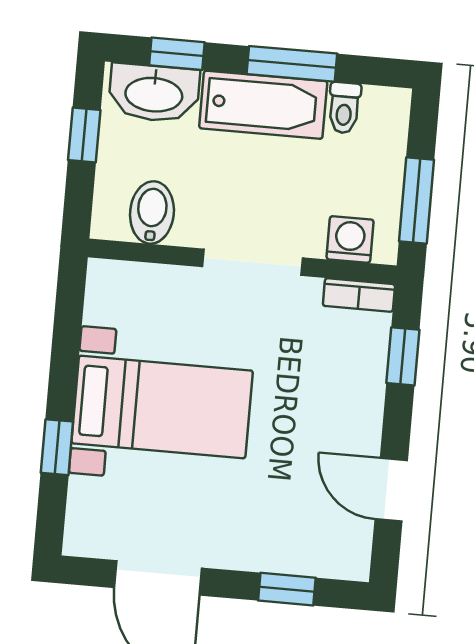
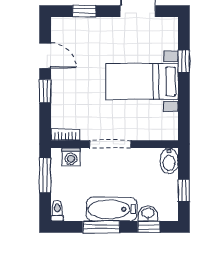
washbasin: (154, 93) -> (148, 213), width x0.52, depth x0.69
toilet: (344, 108) -> (57, 211), moved
bidet: (152, 213) -> (169, 161), moved
window: (403, 356) -> (45, 91), moved

